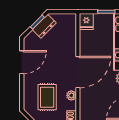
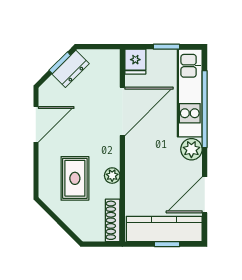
door: (78, 72) -> (122, 111), moved

